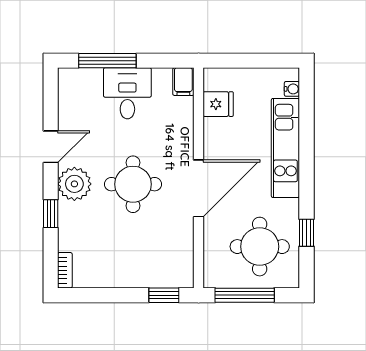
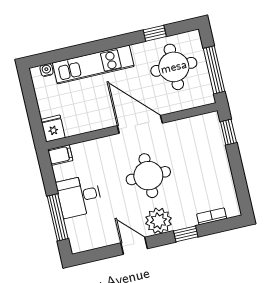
fridge: (218, 104) -> (53, 129), moved
bookcase: (65, 270) -> (212, 216), moved

